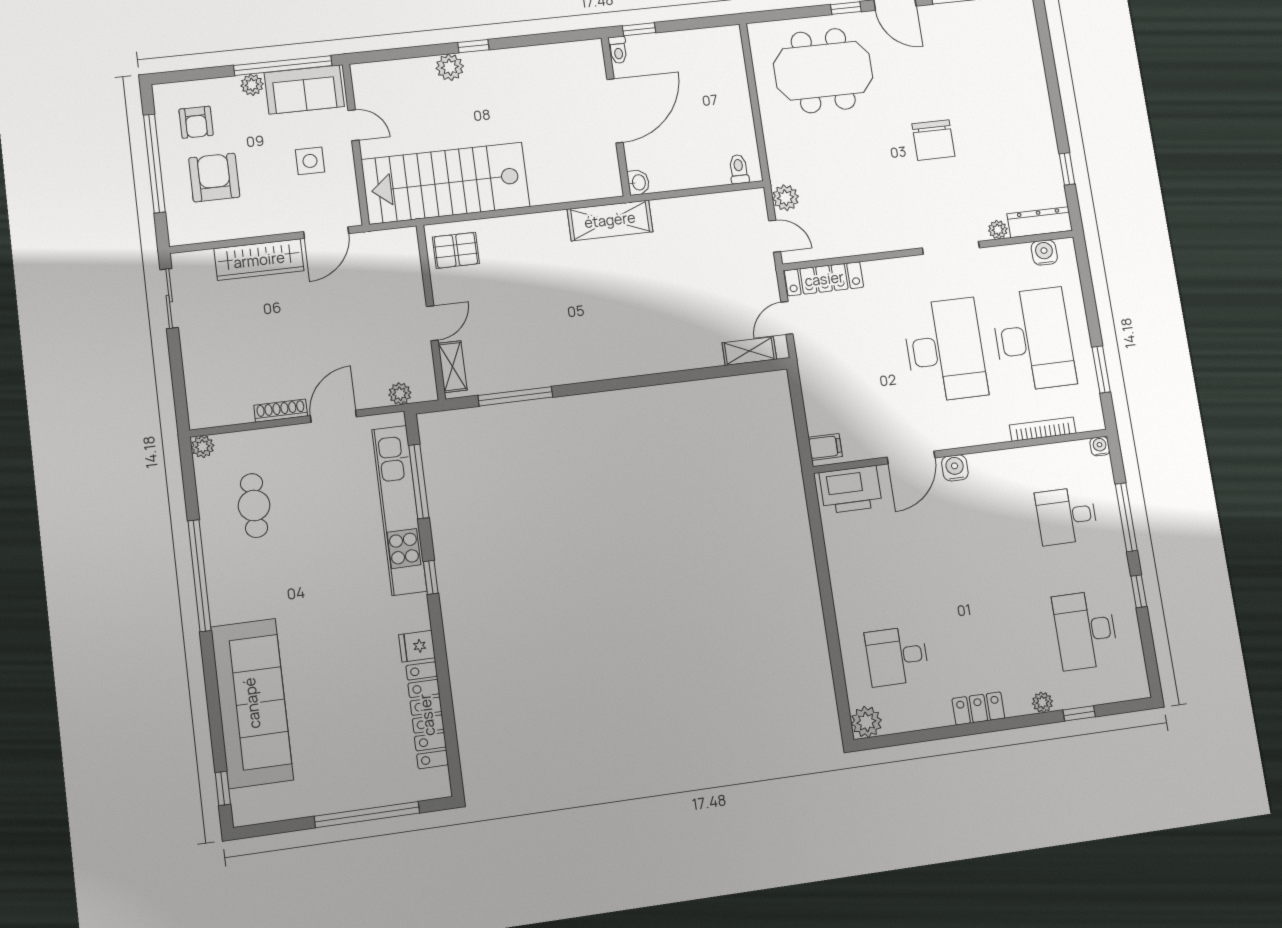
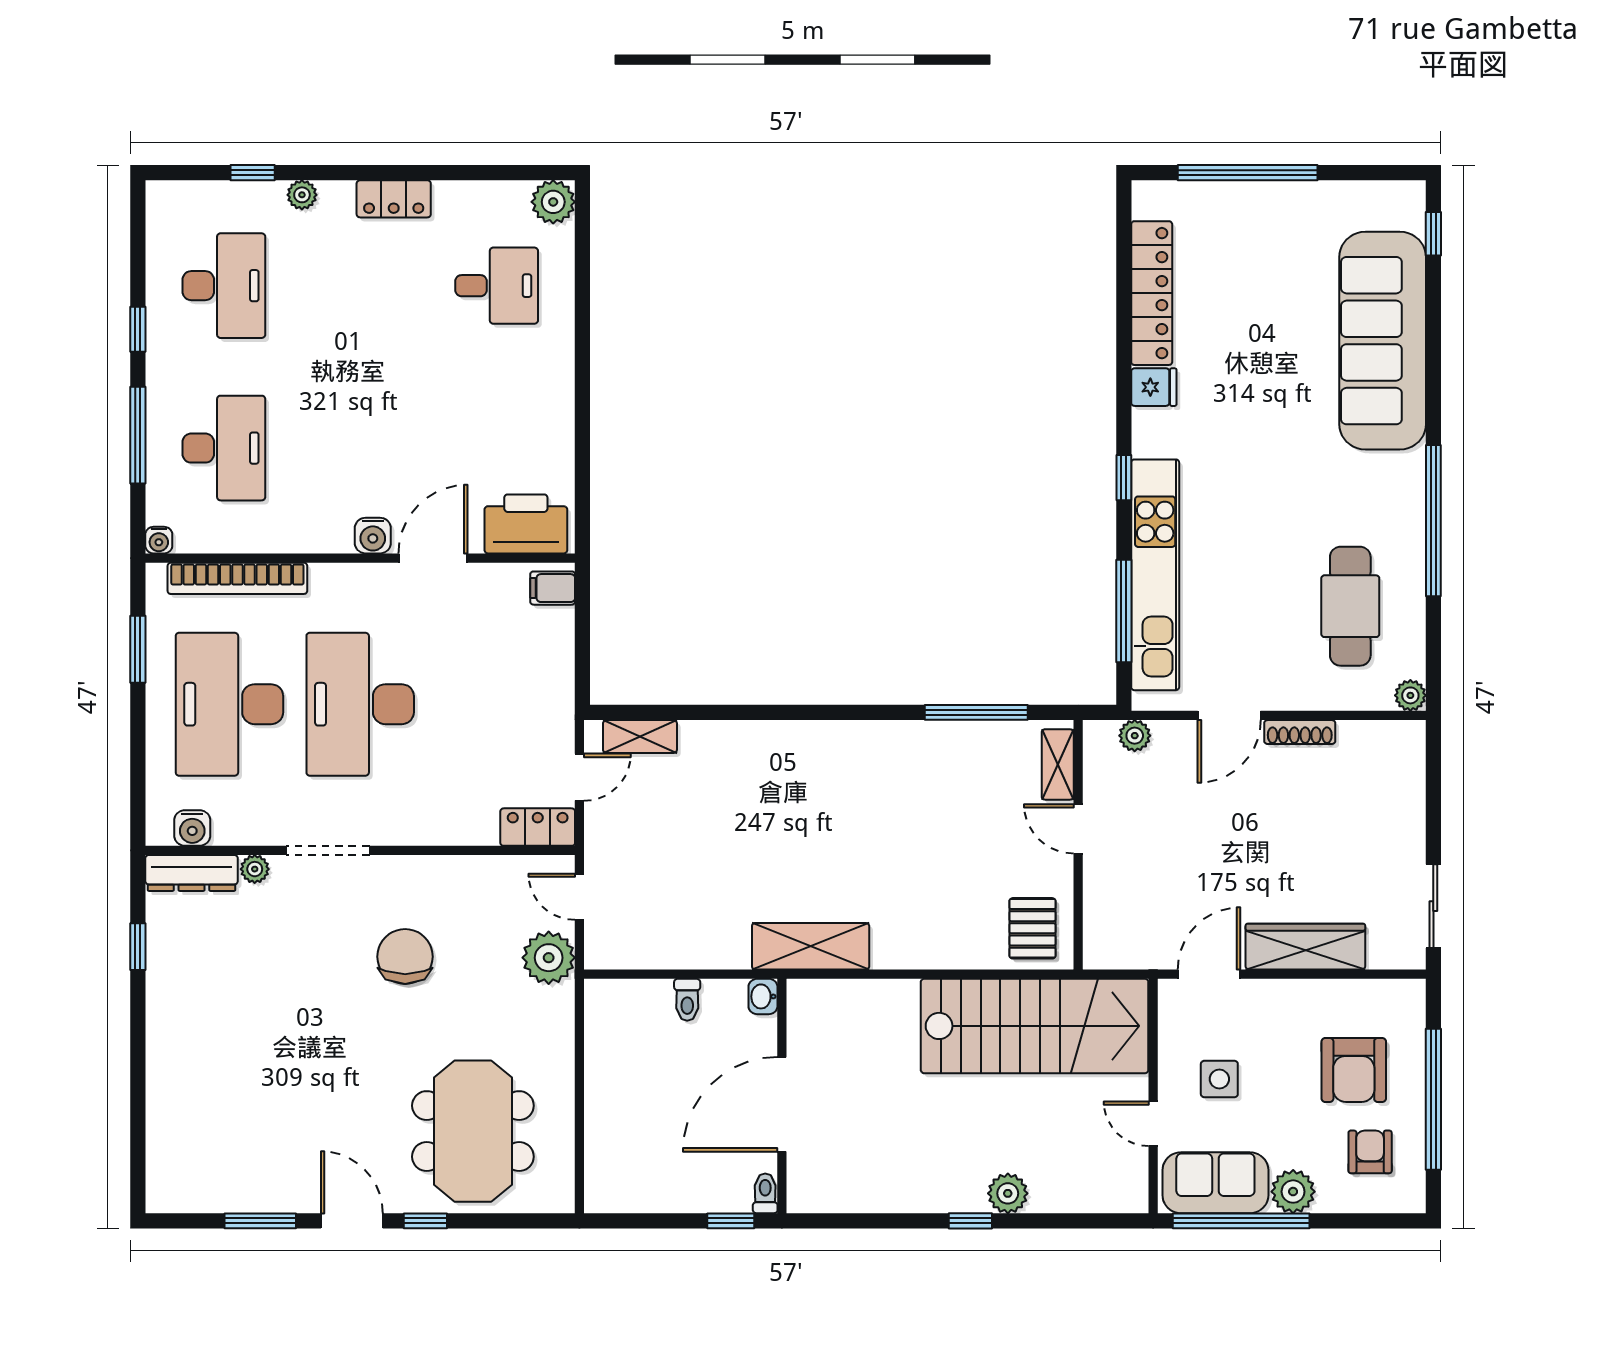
meeting table: (823, 71) -> (473, 1131), turned 90
plant: (252, 85) -> (1293, 1192), width x1.38, depth x1.38
chair: (933, 140) -> (405, 957), moved
toilet: (739, 169) -> (687, 1000), moved
plant: (785, 198) -> (549, 958), width x1.36, depth x1.36
pallet: (456, 250) -> (1032, 928), turned 90
locker: (824, 279) -> (538, 827), width x0.66
door: (432, 323) -> (1078, 829), hinge flipped
bookcase: (1043, 429) -> (237, 578), width x1.48, depth x1.31
cafe table: (254, 505) -> (1350, 606), width x1.37, depth x1.35
desk: (1066, 516) -> (224, 448), width x1.37

